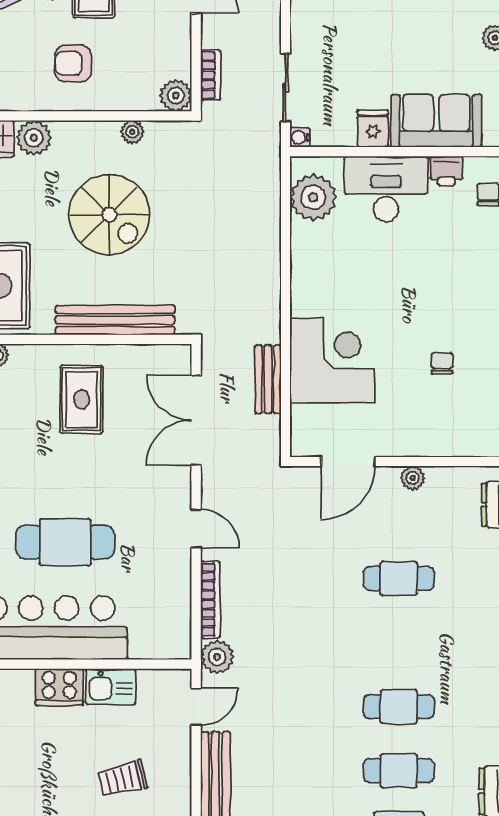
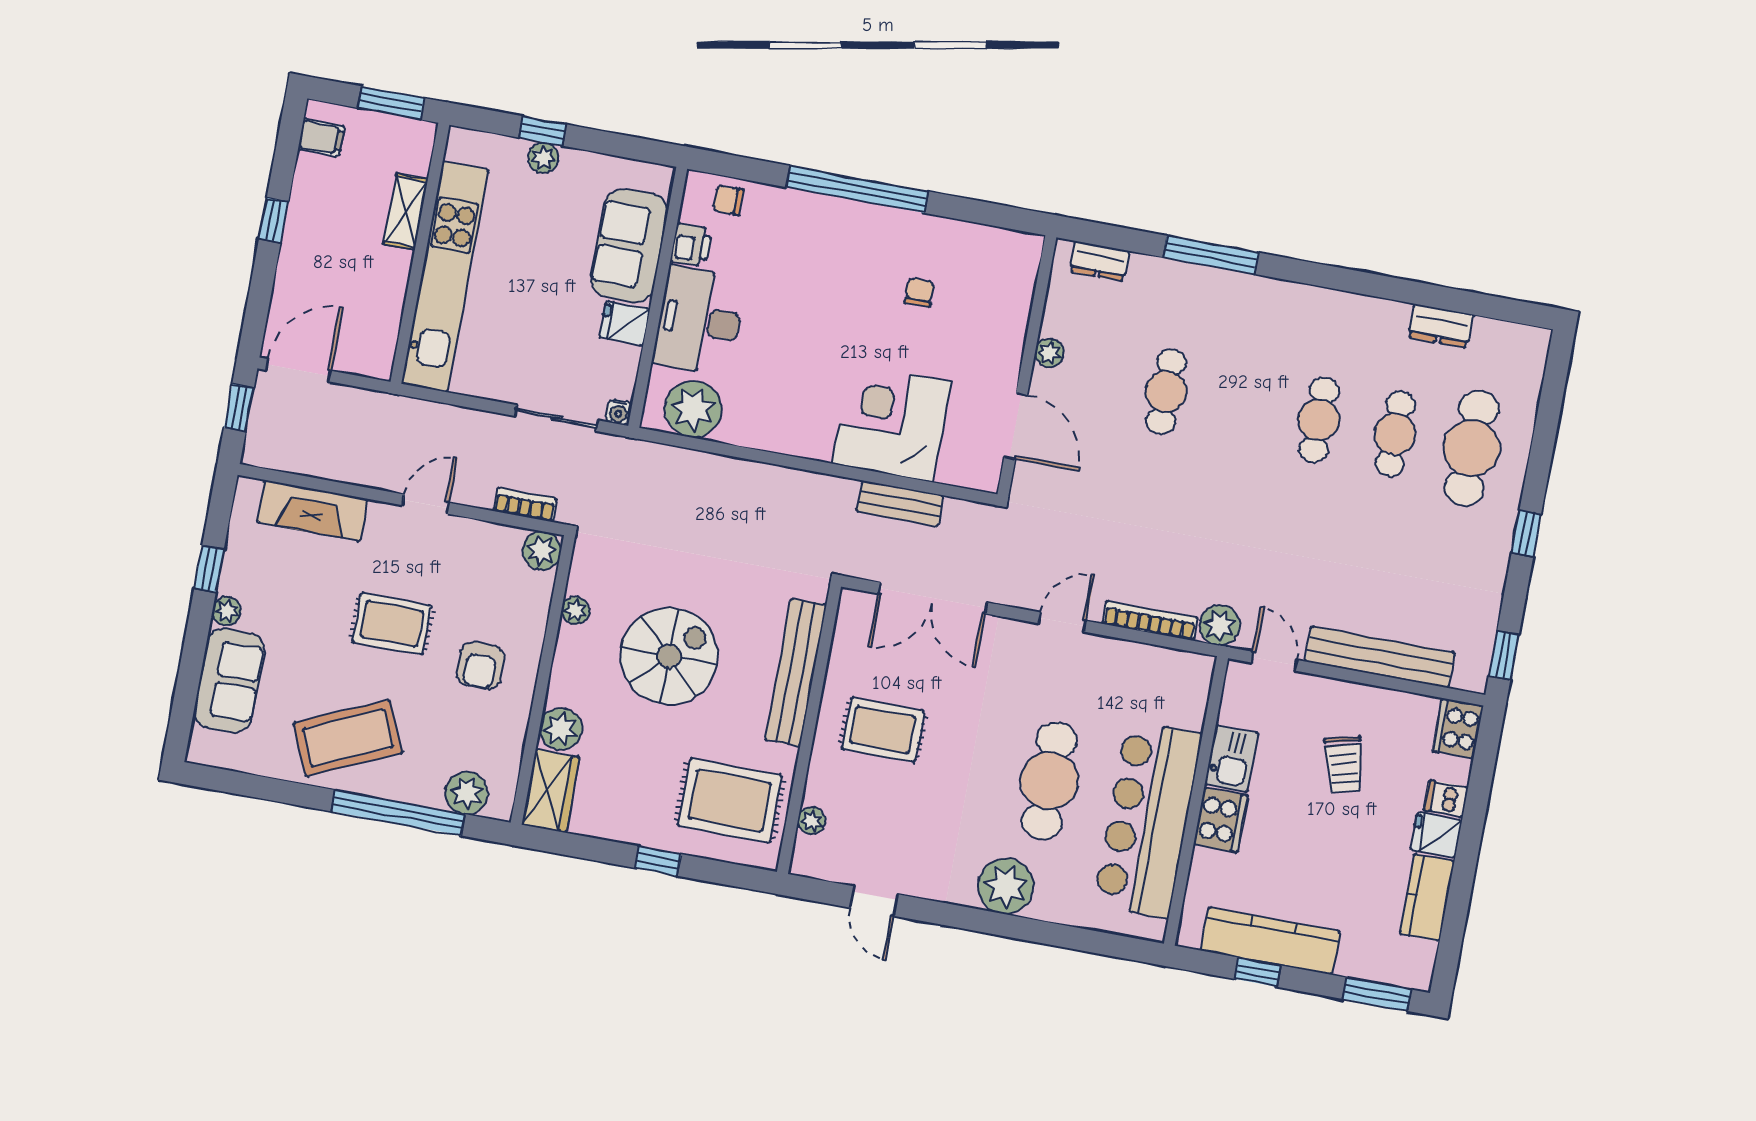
chair: (442, 363) -> (920, 292), turned 90

